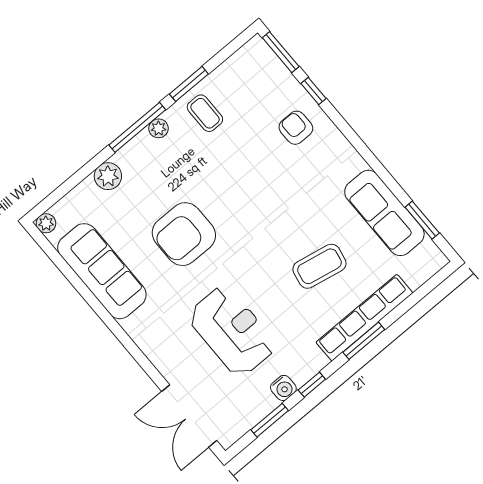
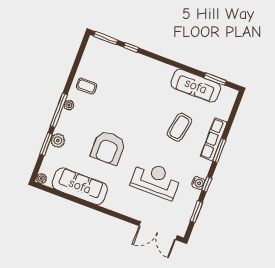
window: (189, 84) -> (46, 144), moved
armchair: (296, 128) -> (132, 69), removed
row of seats: (364, 318) -> (214, 139), width x0.73
water cooler: (283, 388) -> (198, 183), moved

